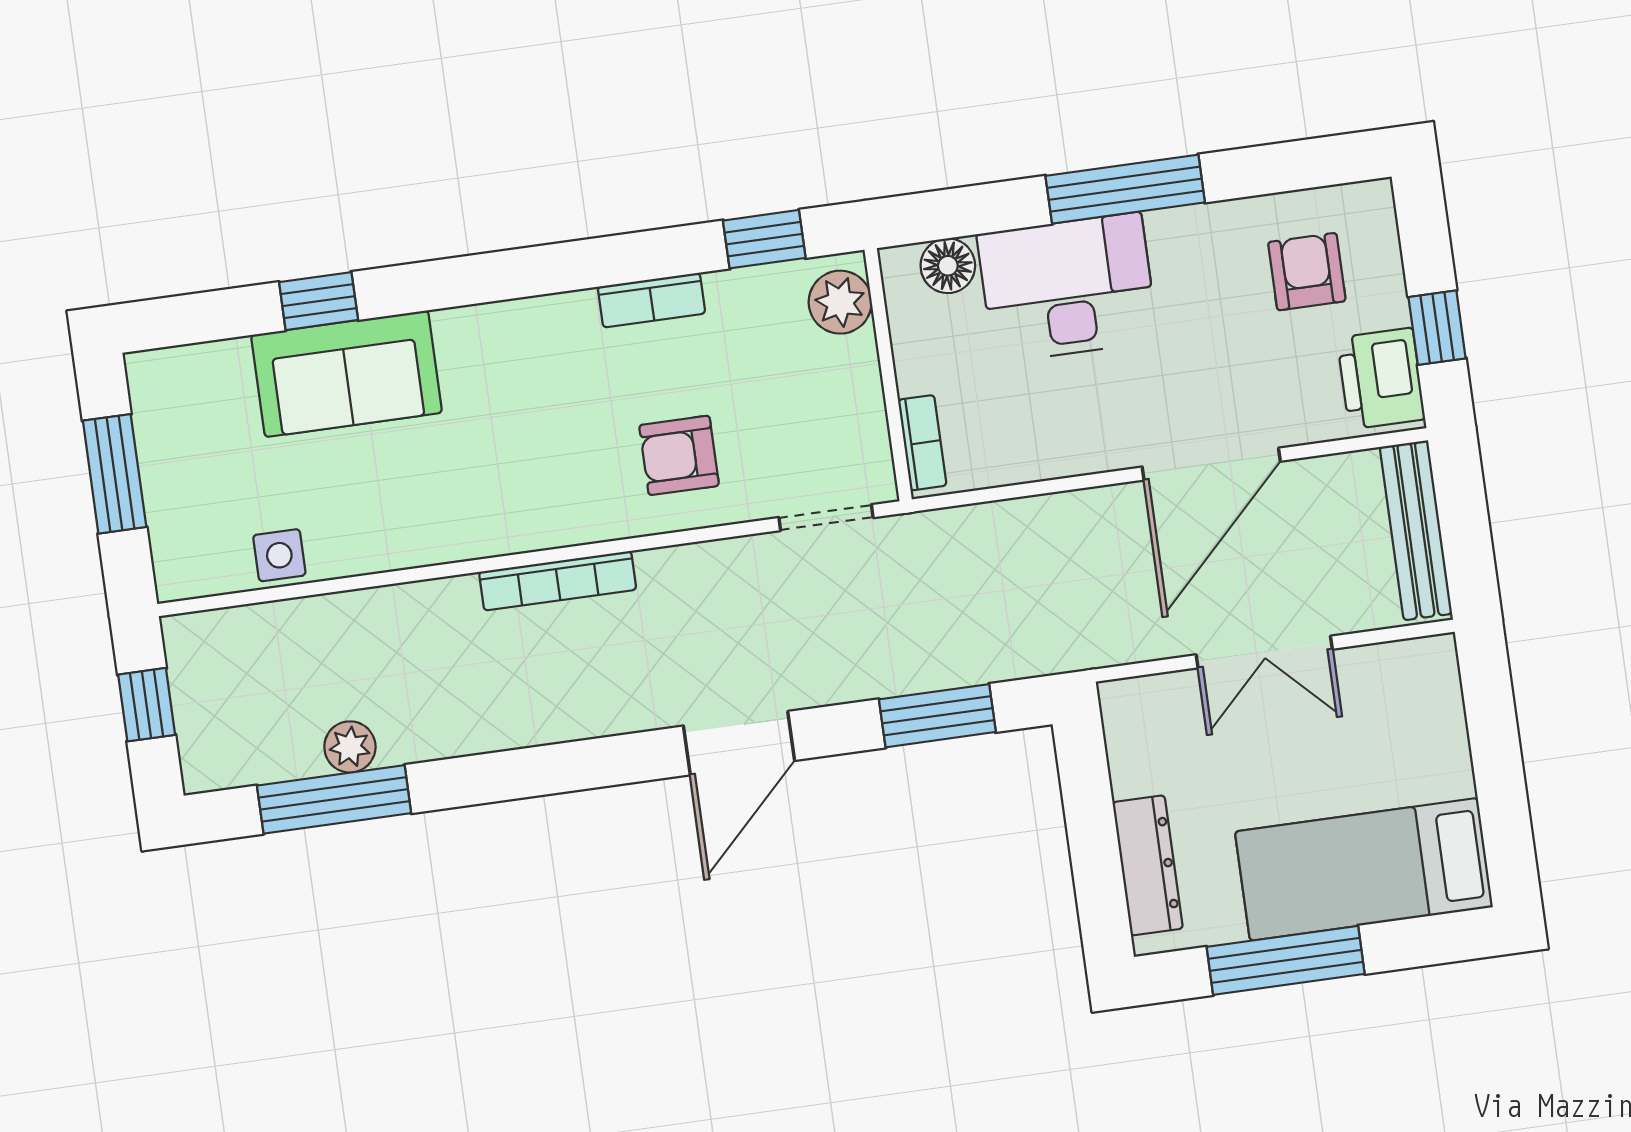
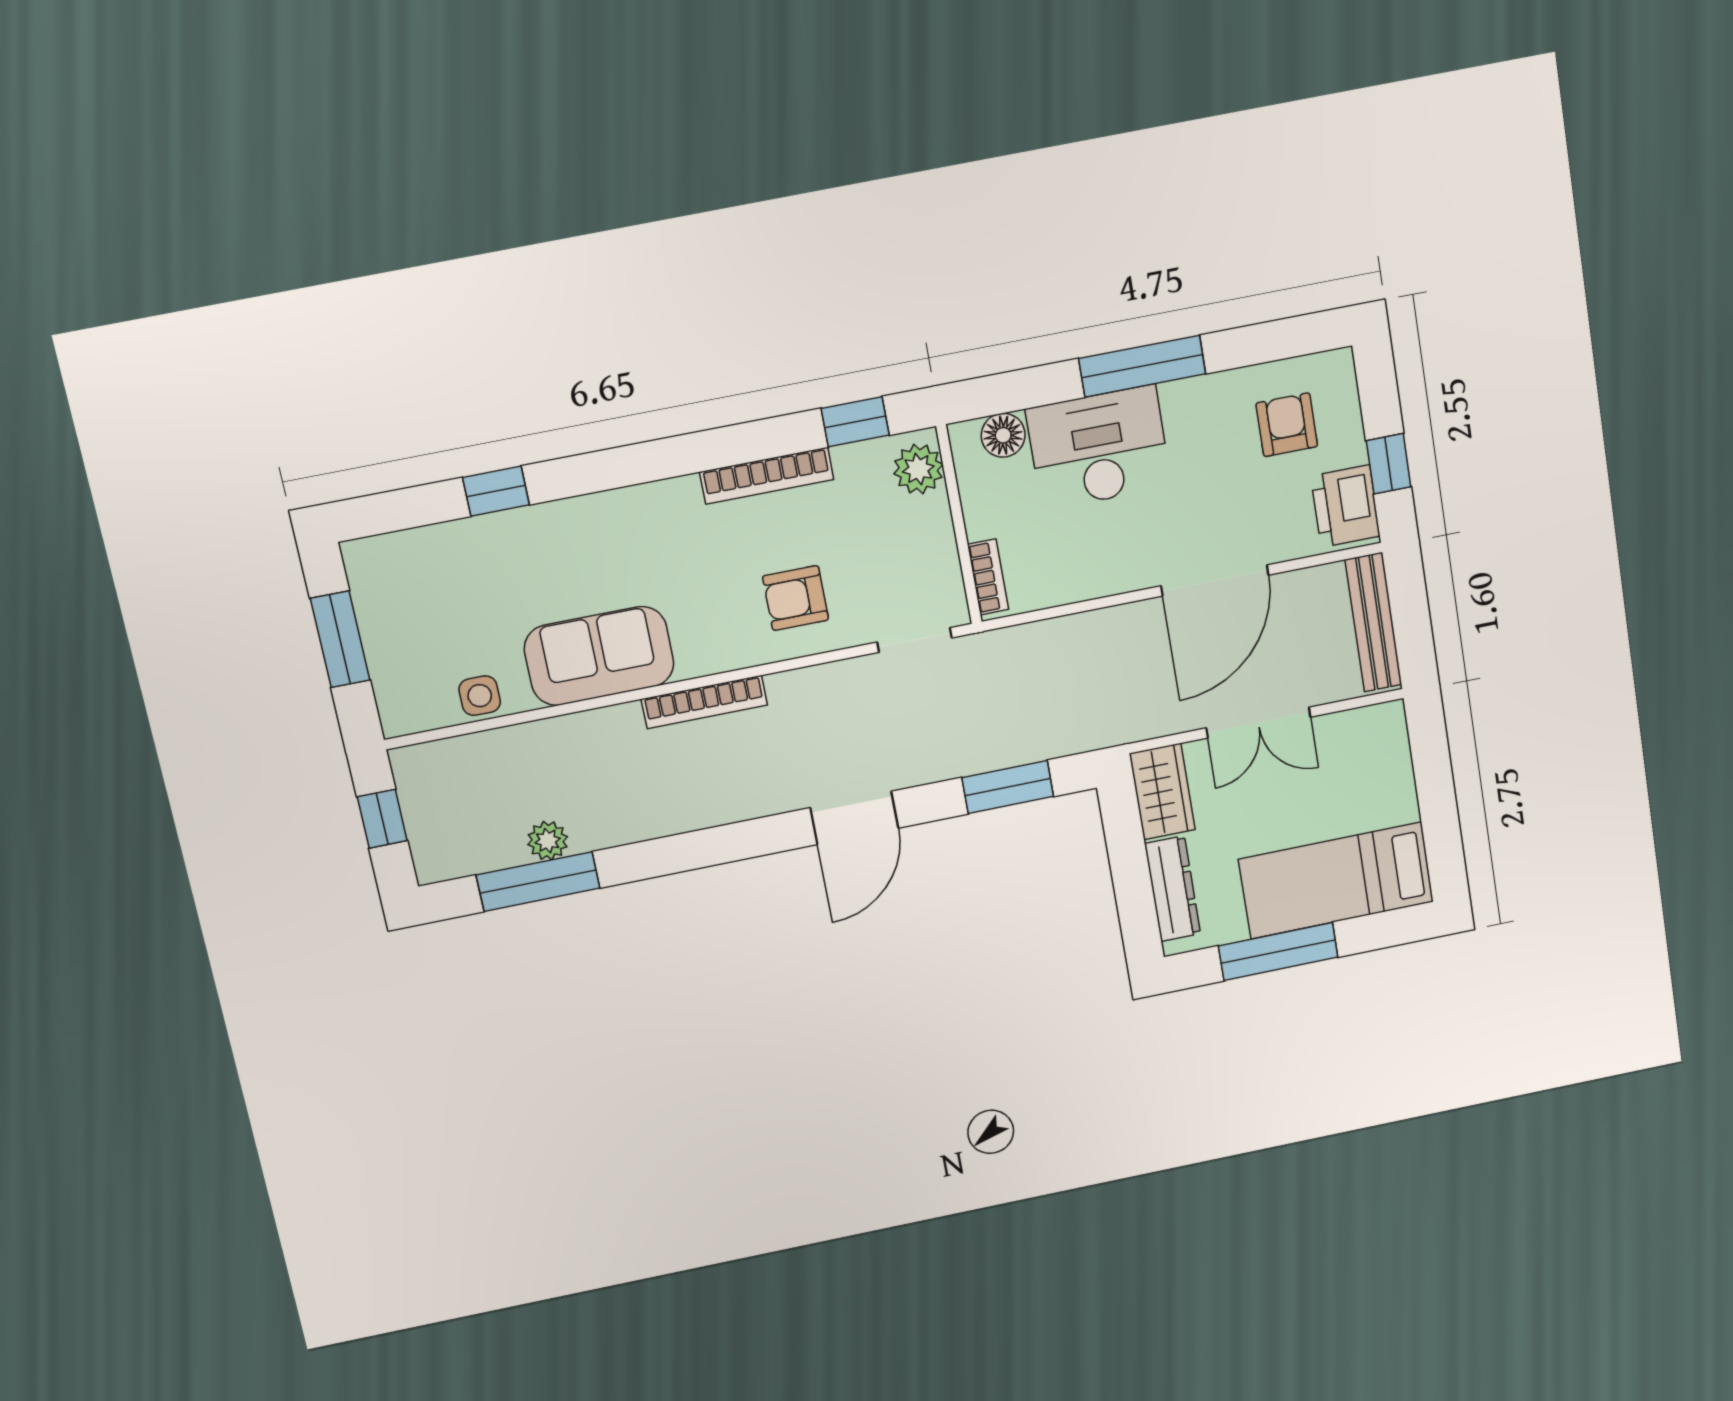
bookcase: (651, 300) -> (767, 476), width x1.56
sofa: (347, 374) -> (599, 656), moved, turned 180
wardrobe: (1137, 735) -> (1162, 792), added

